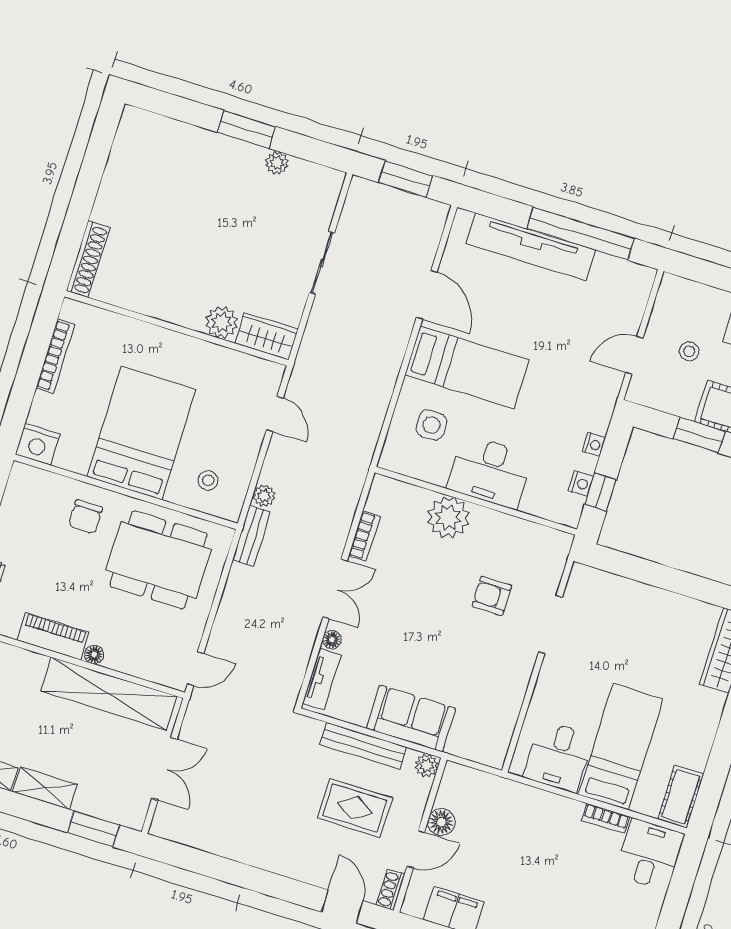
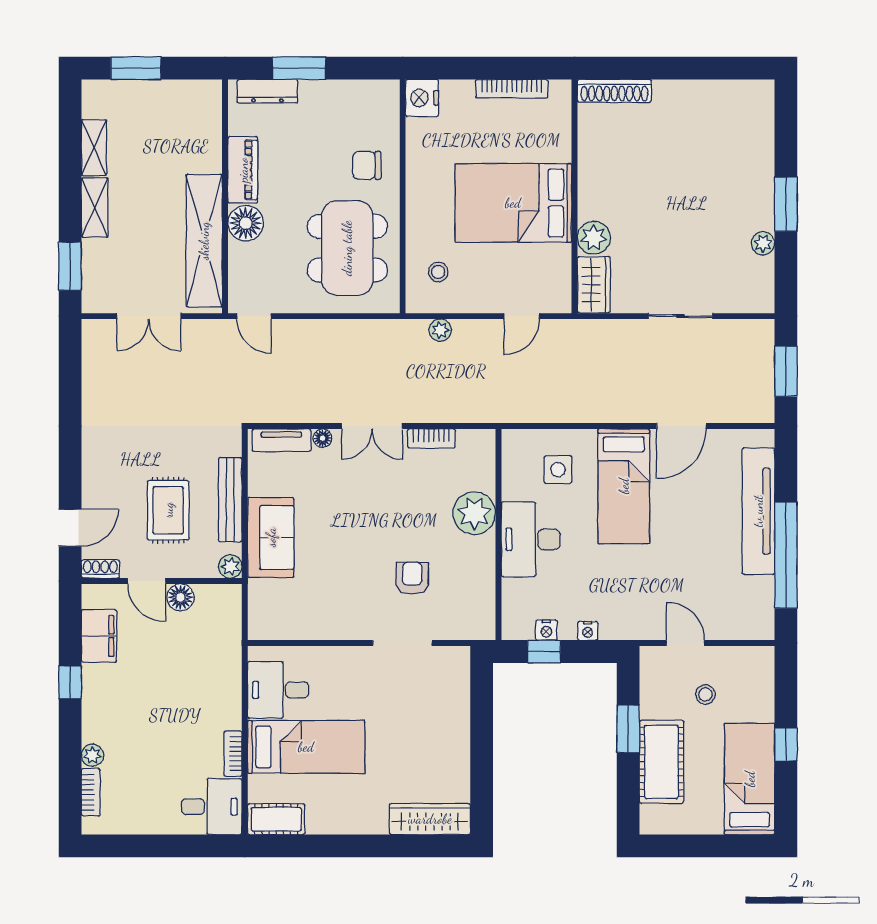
bed: (141, 433) -> (513, 203), moved, turned 180
bench: (251, 536) -> (398, 330), removed
floor lamp: (94, 655) -> (246, 223), width x1.89, depth x1.89

